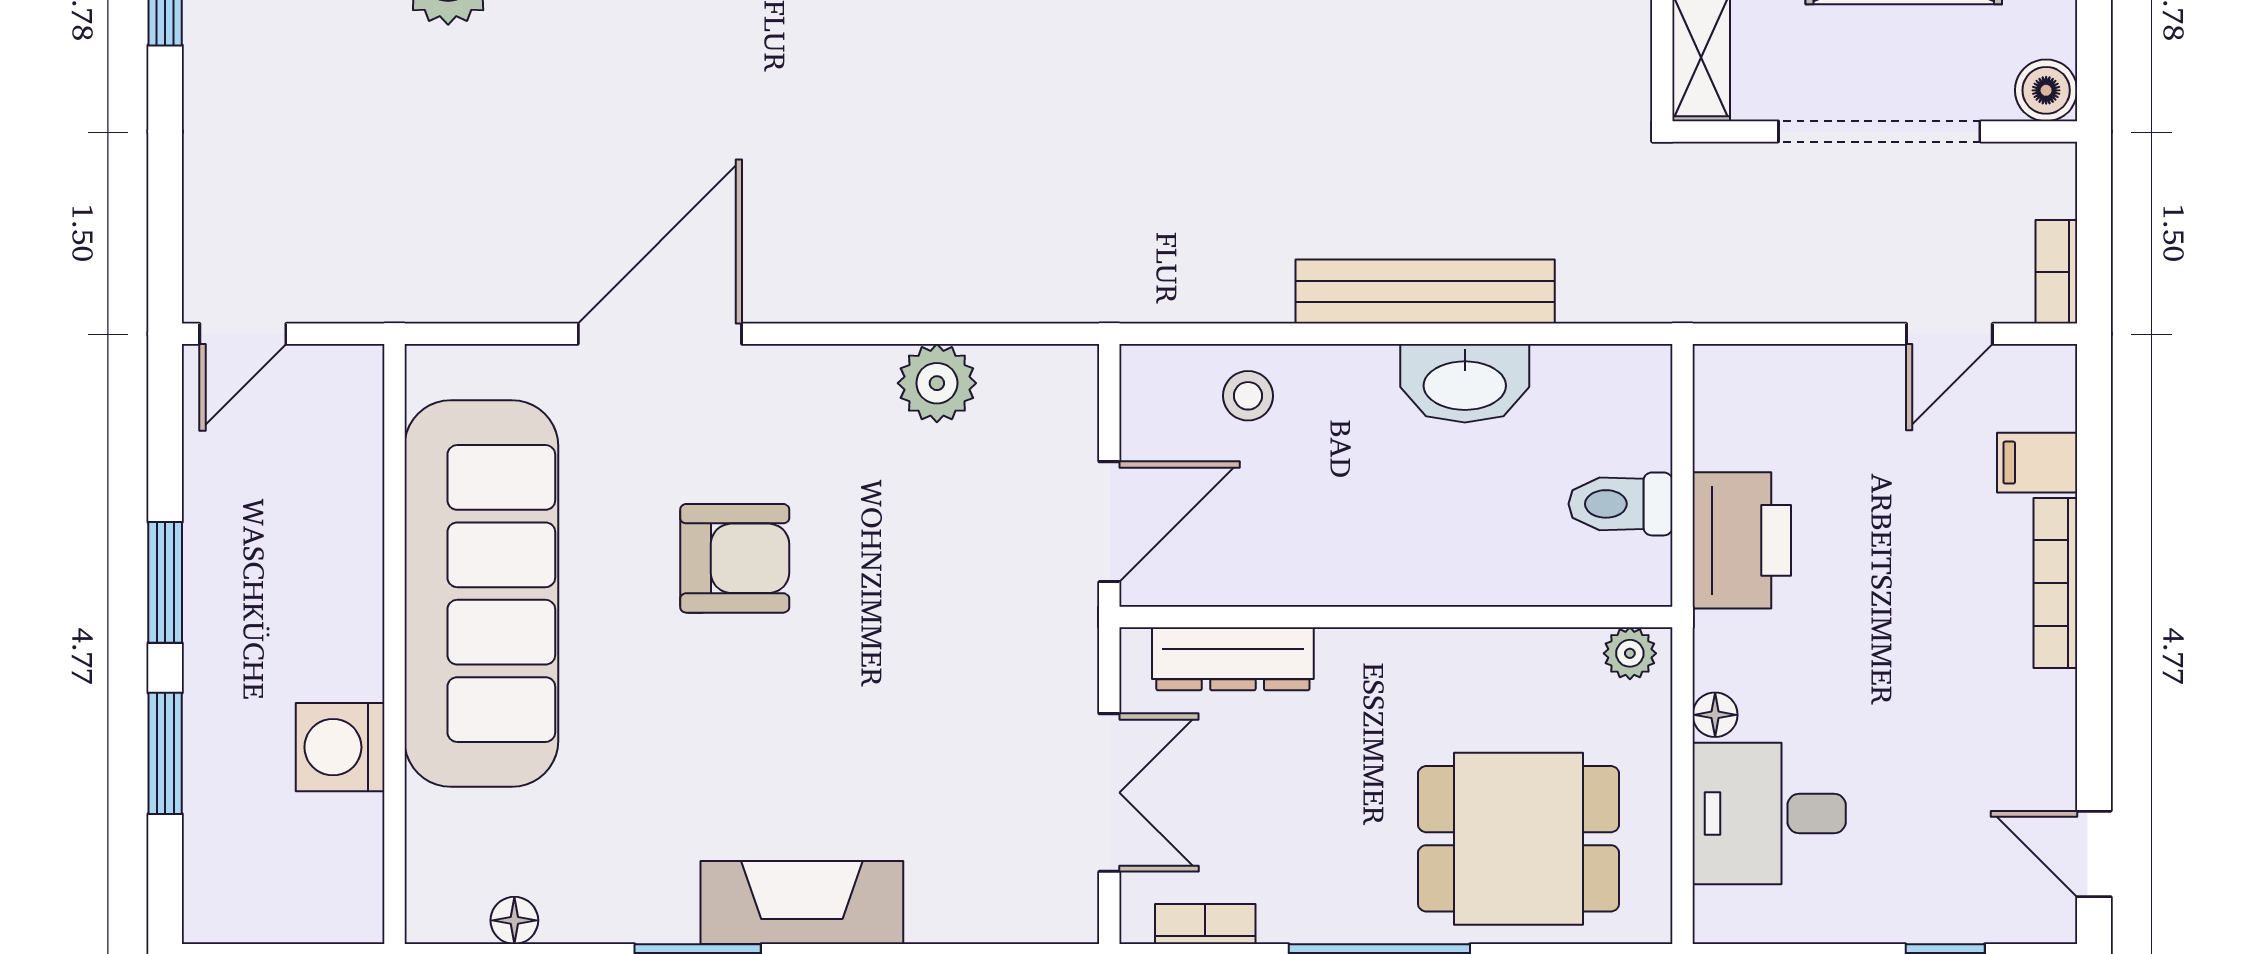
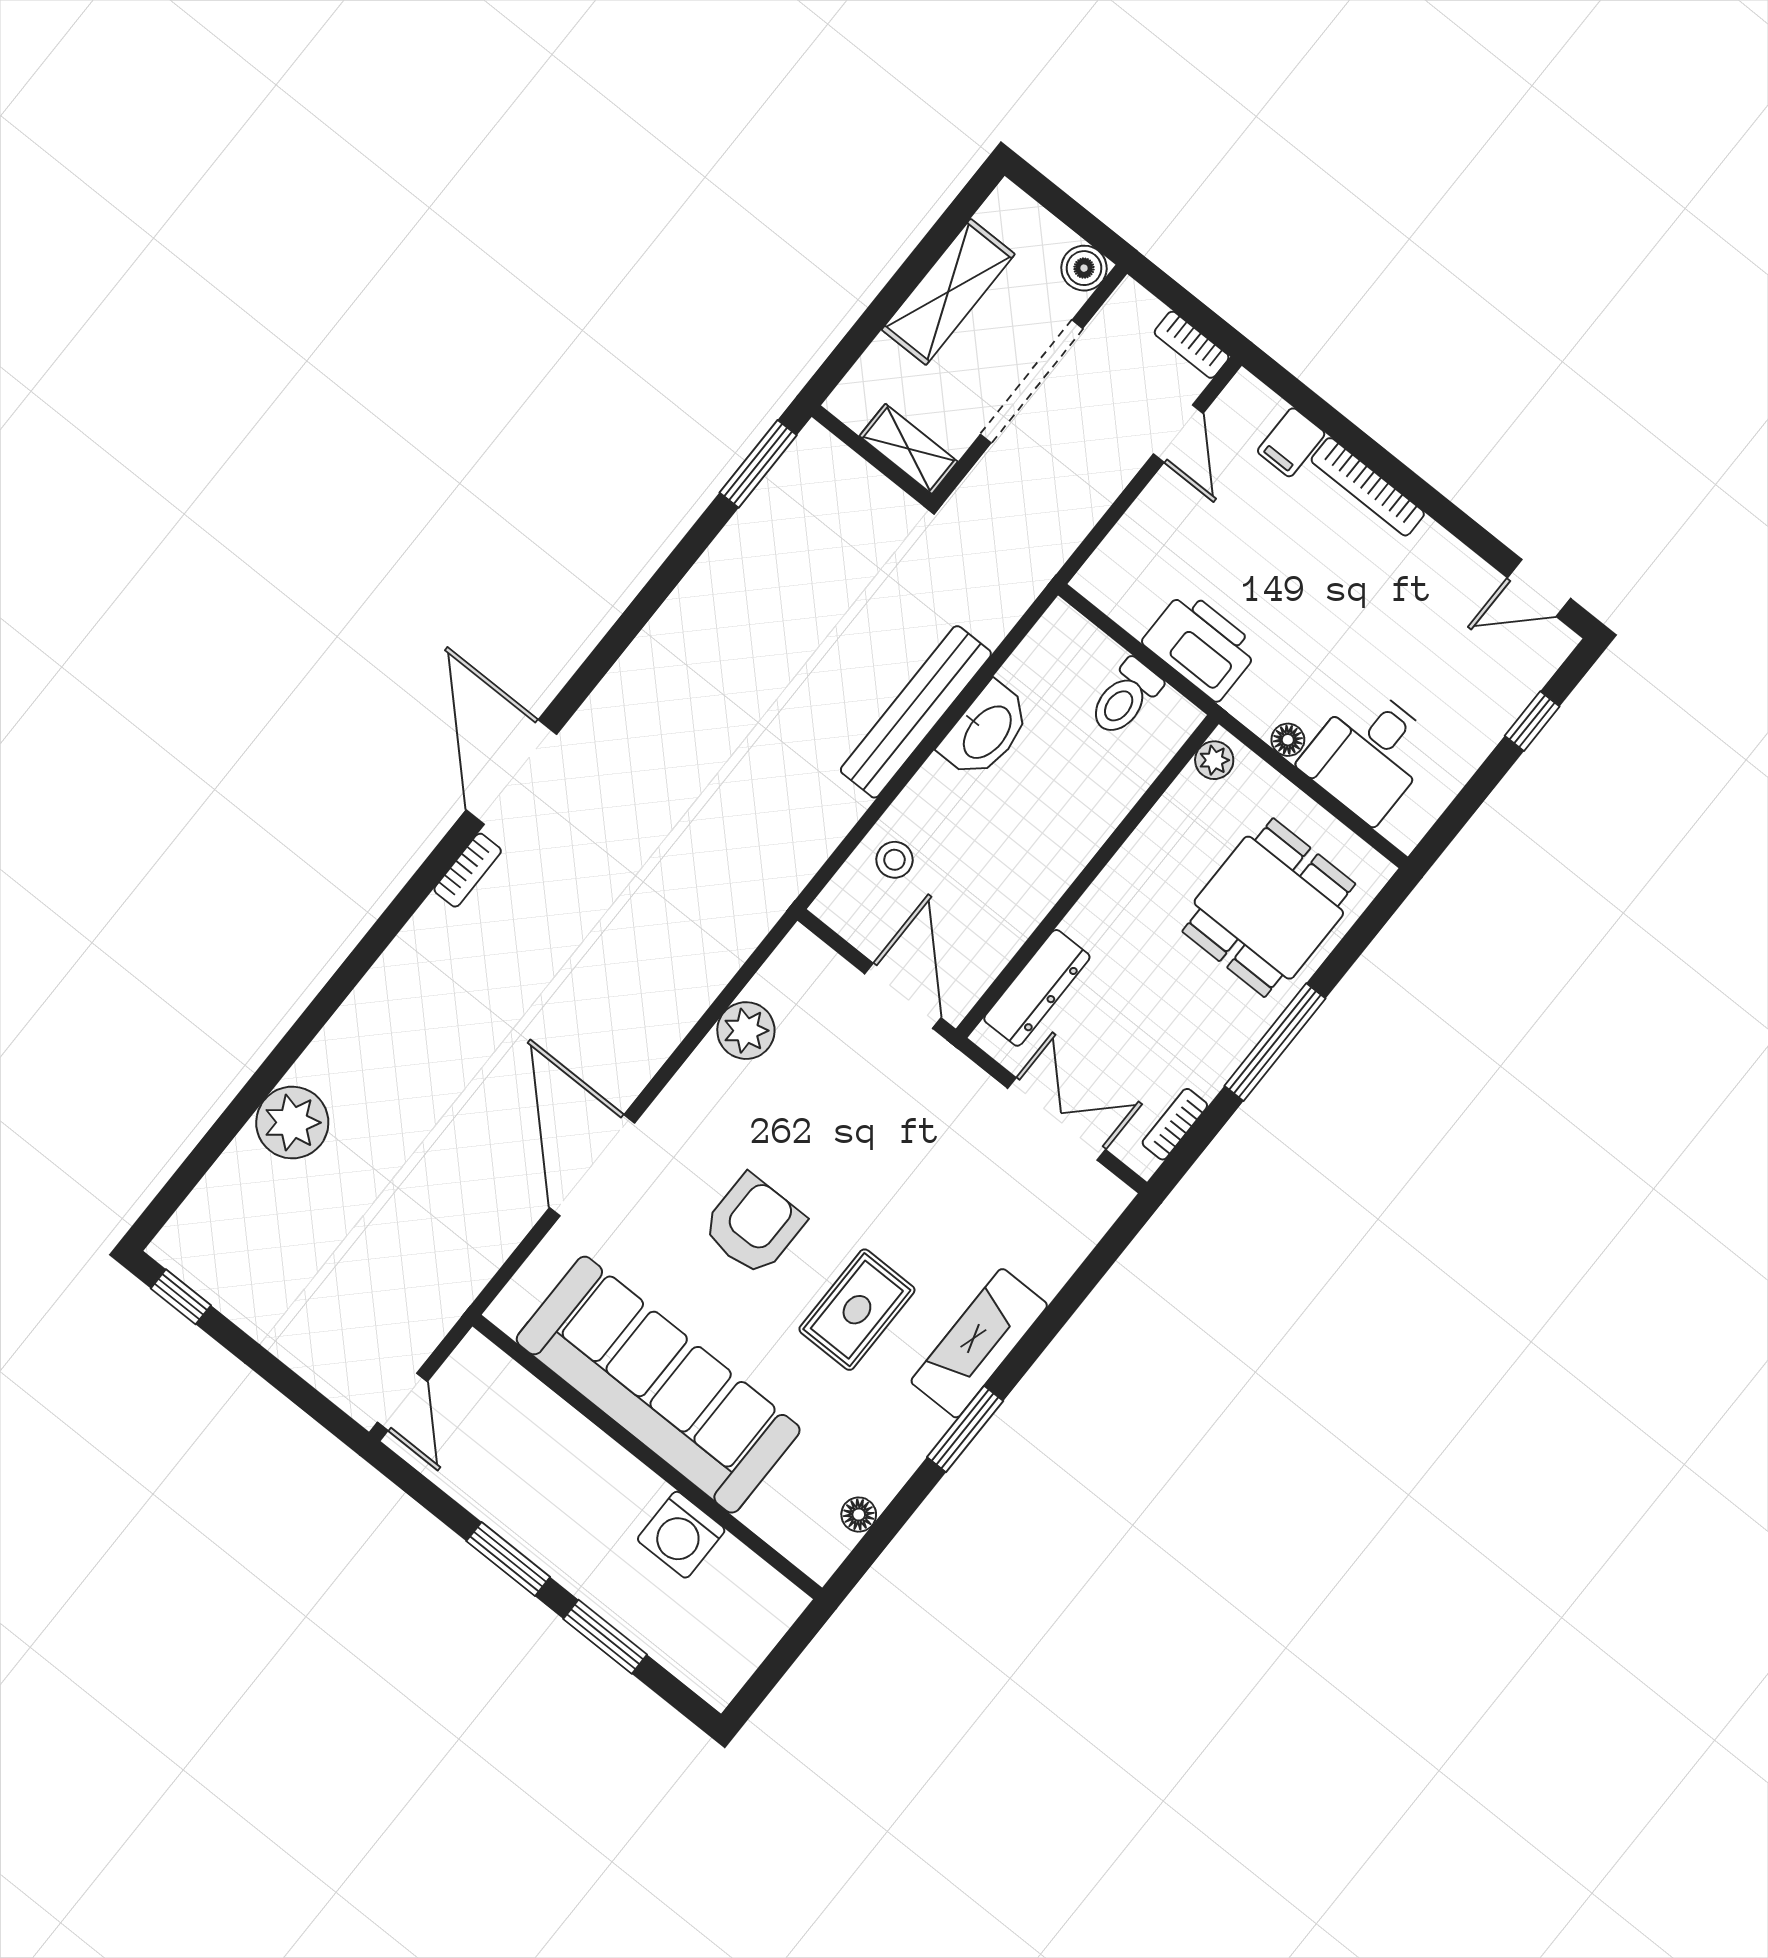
rug: (733, 742) -> (857, 1310), added

